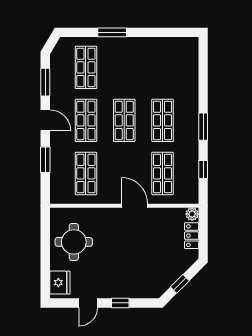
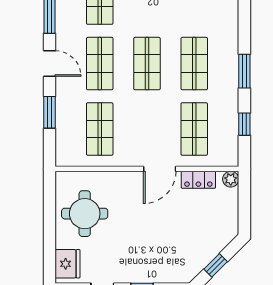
door: (135, 206) -> (160, 169), swing flipped
locker: (192, 236) -> (198, 180), moved, turned -90

